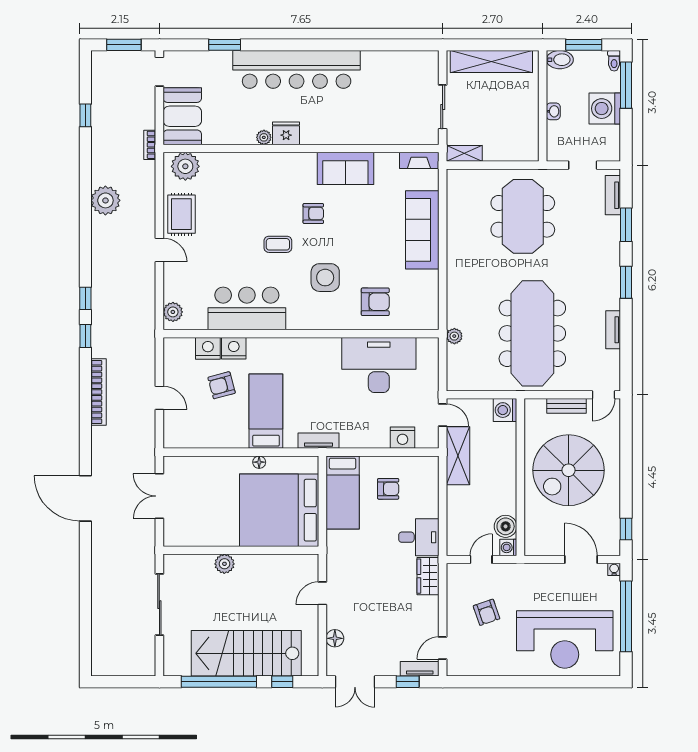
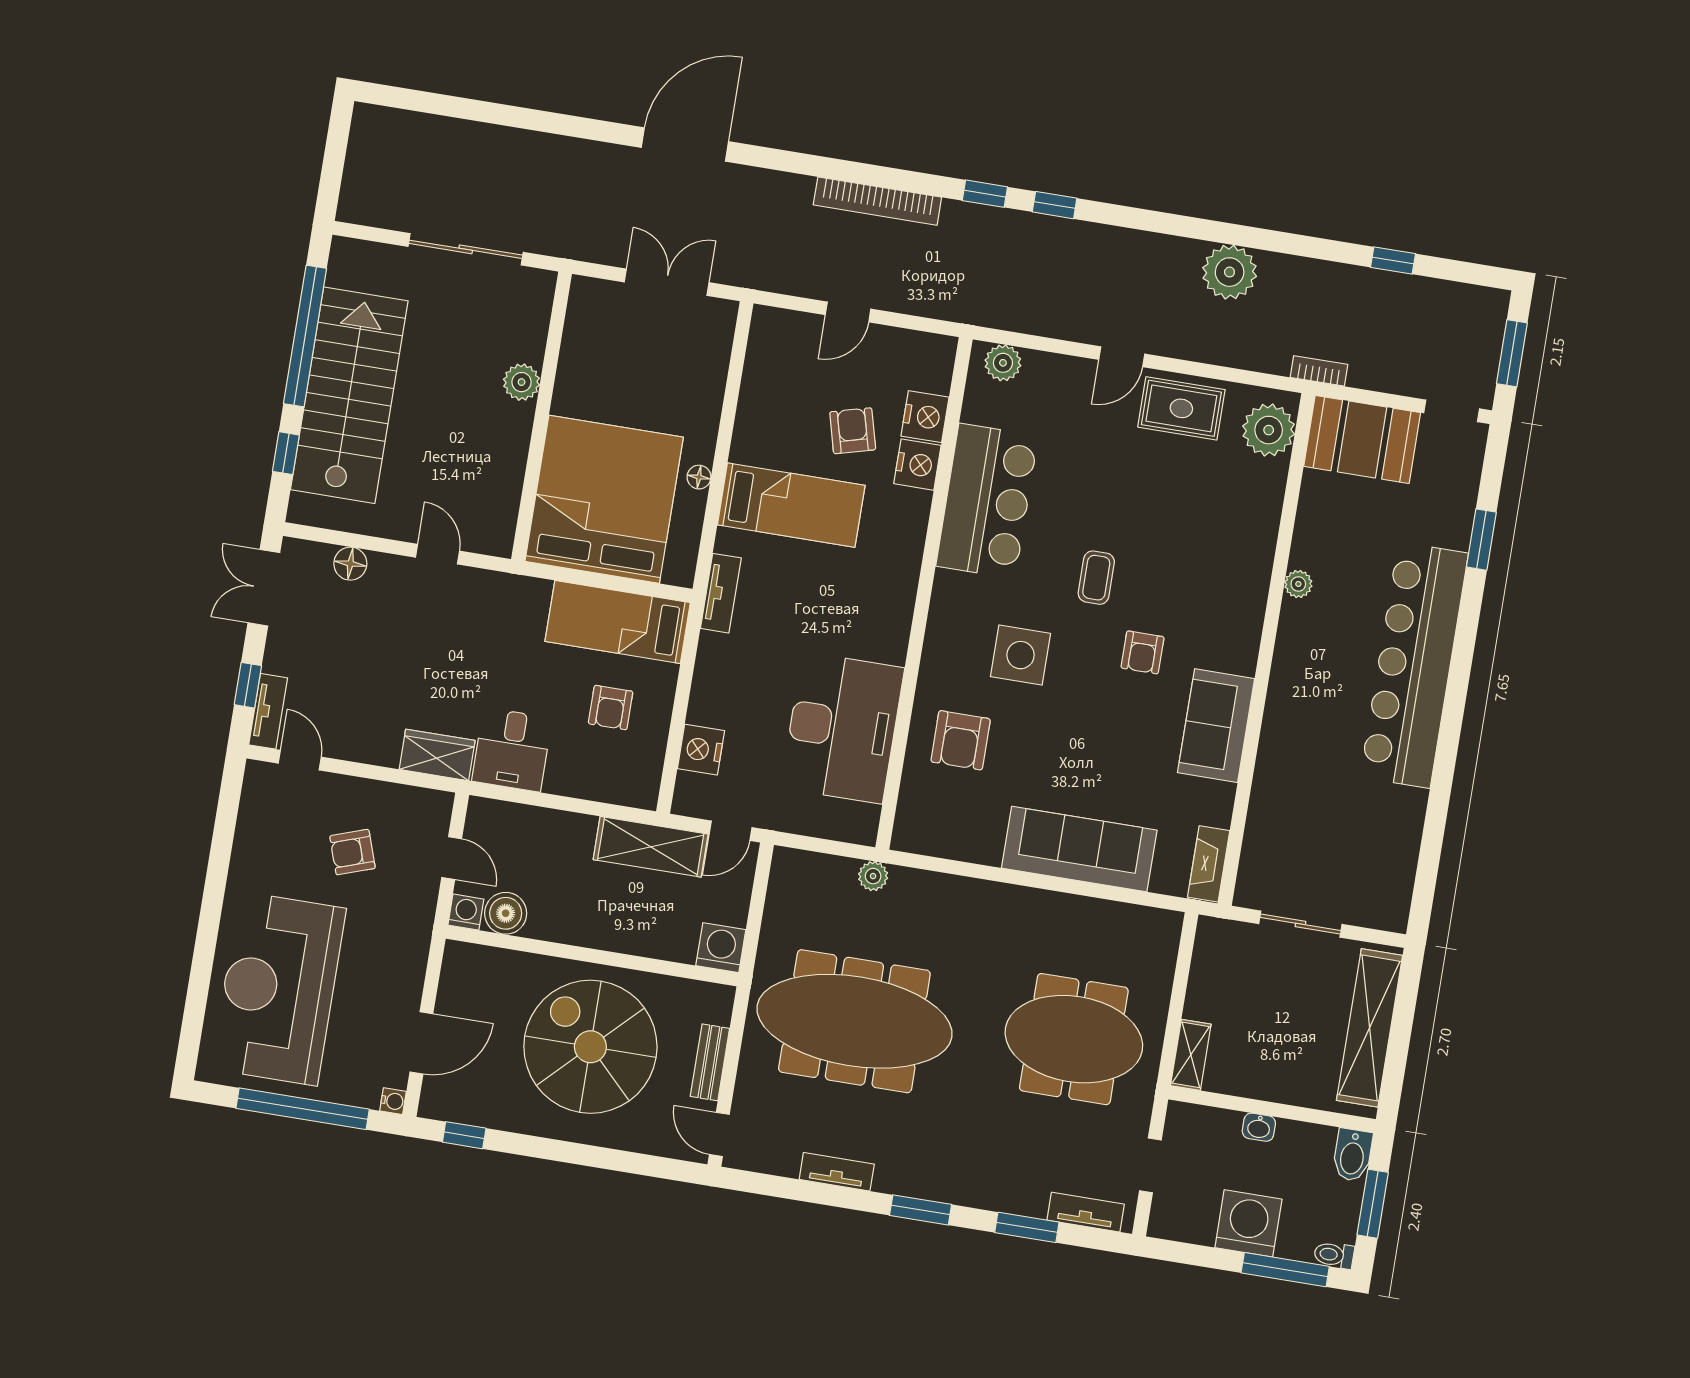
fridge: (286, 133) -> (1299, 626), removed
shelving: (464, 153) -> (1191, 1055), moved

